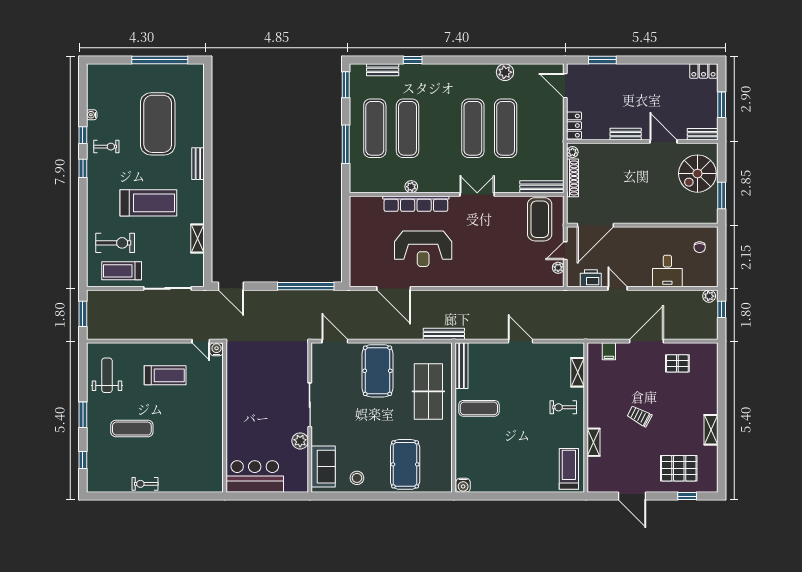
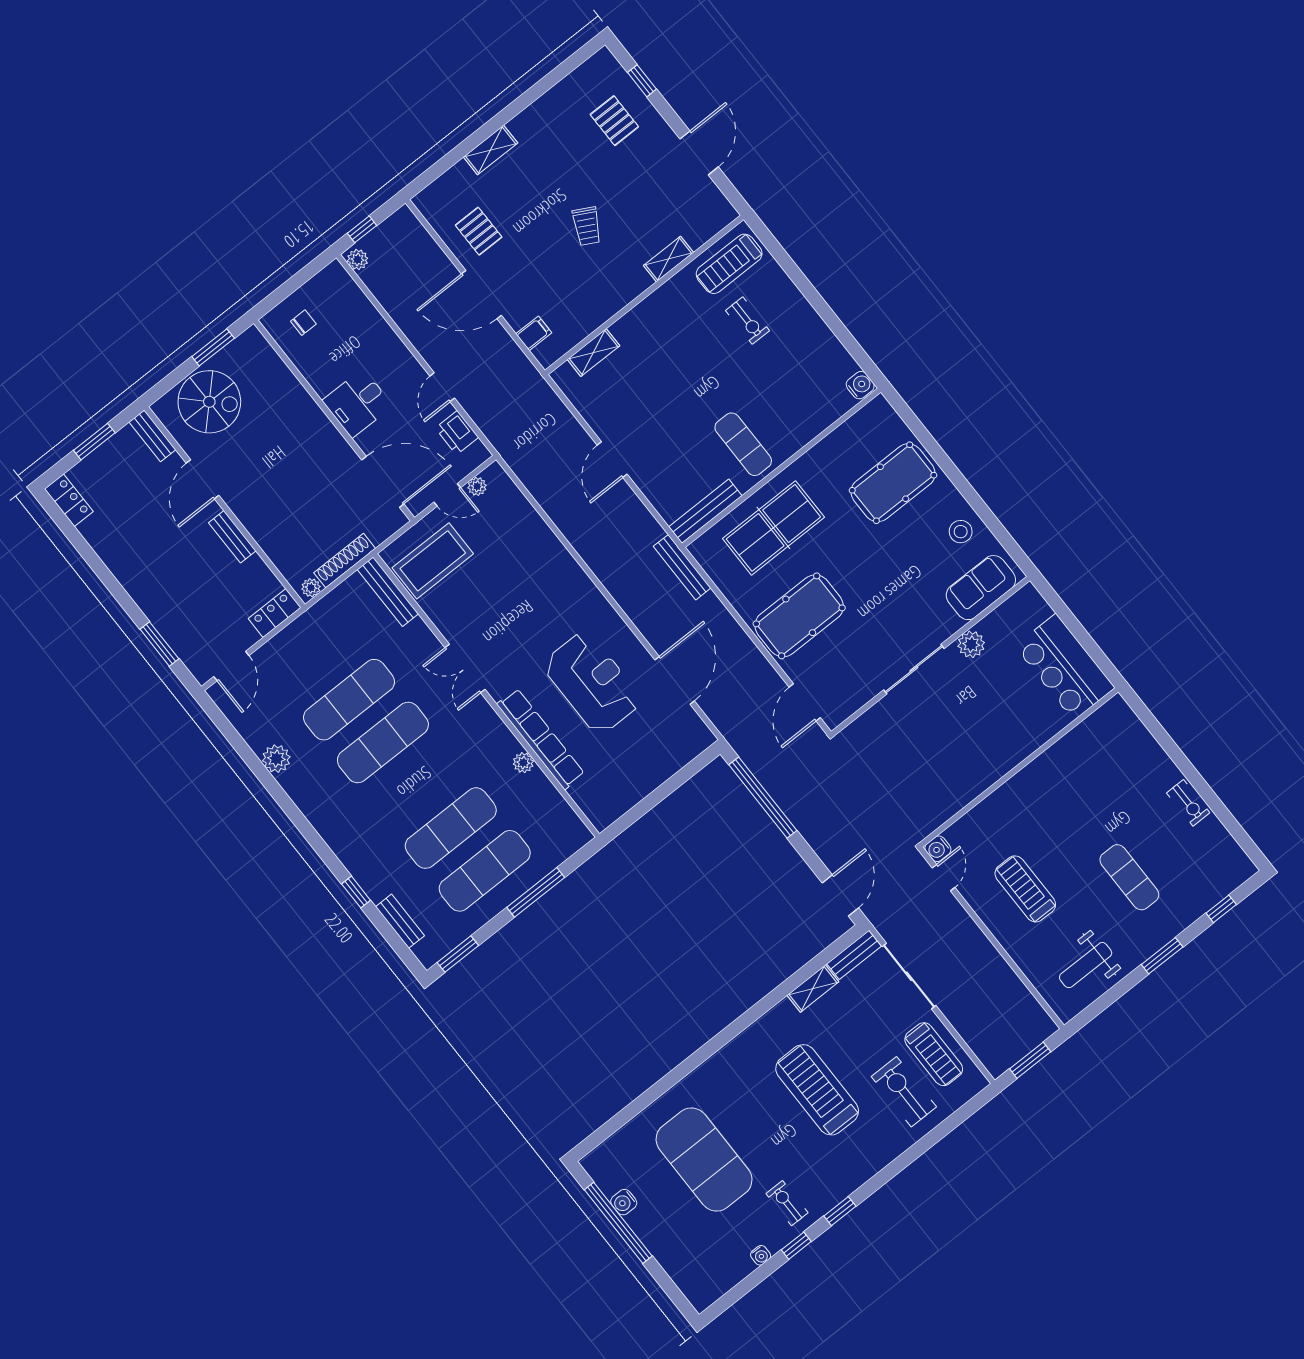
water cooler: (168, 70) -> (624, 1202), added
exercise mat: (158, 124) -> (704, 1160), turned 90
bench: (198, 164) -> (854, 955), moved
desk: (667, 271) -> (357, 403), moved, turned 180
exercise bike: (563, 407) -> (748, 321), moved
shelving: (711, 430) -> (491, 150), moved
pallet: (679, 468) -> (614, 121), width x0.67, depth x0.71

